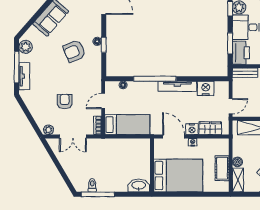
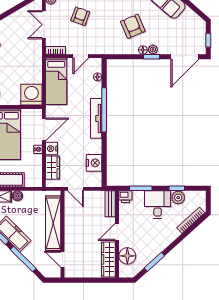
plant: (97, 32) -> (153, 49), added
window: (104, 45) -> (152, 57), moved
printer: (241, 53) -> (125, 197), width x0.53, depth x0.68
tv unit: (177, 86) -> (96, 118), moved
door: (103, 101) -> (81, 56), swing flipped
armchair: (65, 102) -> (80, 16), turned -70
washing machine: (140, 148) -> (31, 95), added

